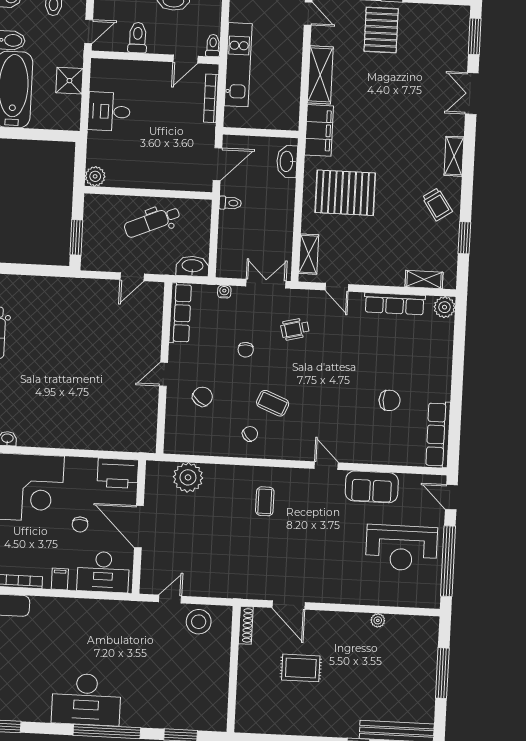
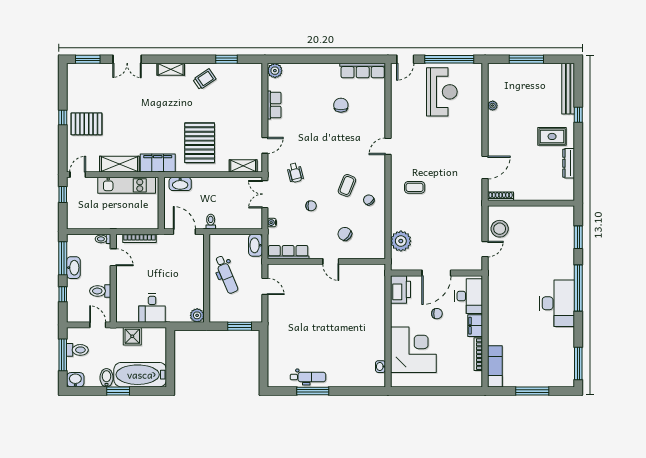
kitchen unit: (238, 65) -> (127, 185), moved, turned 180
shelving: (424, 280) -> (257, 86), removed
row of seats: (395, 304) -> (274, 105), width x0.68
sofa: (372, 487) -> (401, 114), removed
filing cabinet: (60, 579) -> (475, 326), width x2.00
door: (170, 599) -> (485, 249), swing flipped
rug: (301, 668) -> (552, 136), moved, turned 90
dresser: (289, 727) -> (569, 163), added

